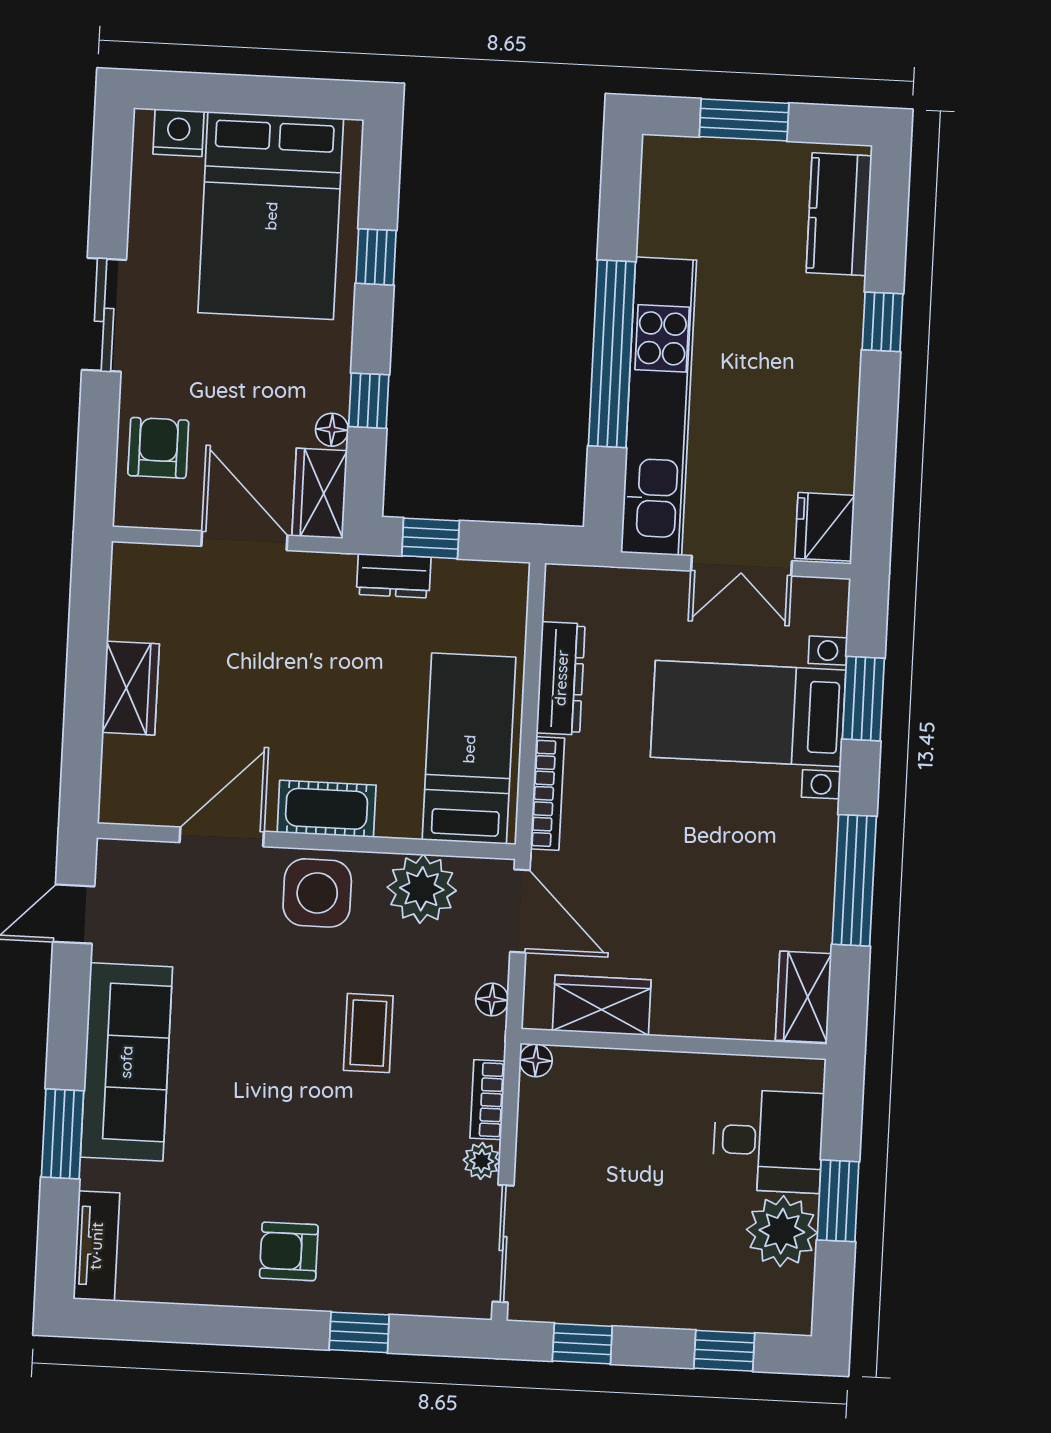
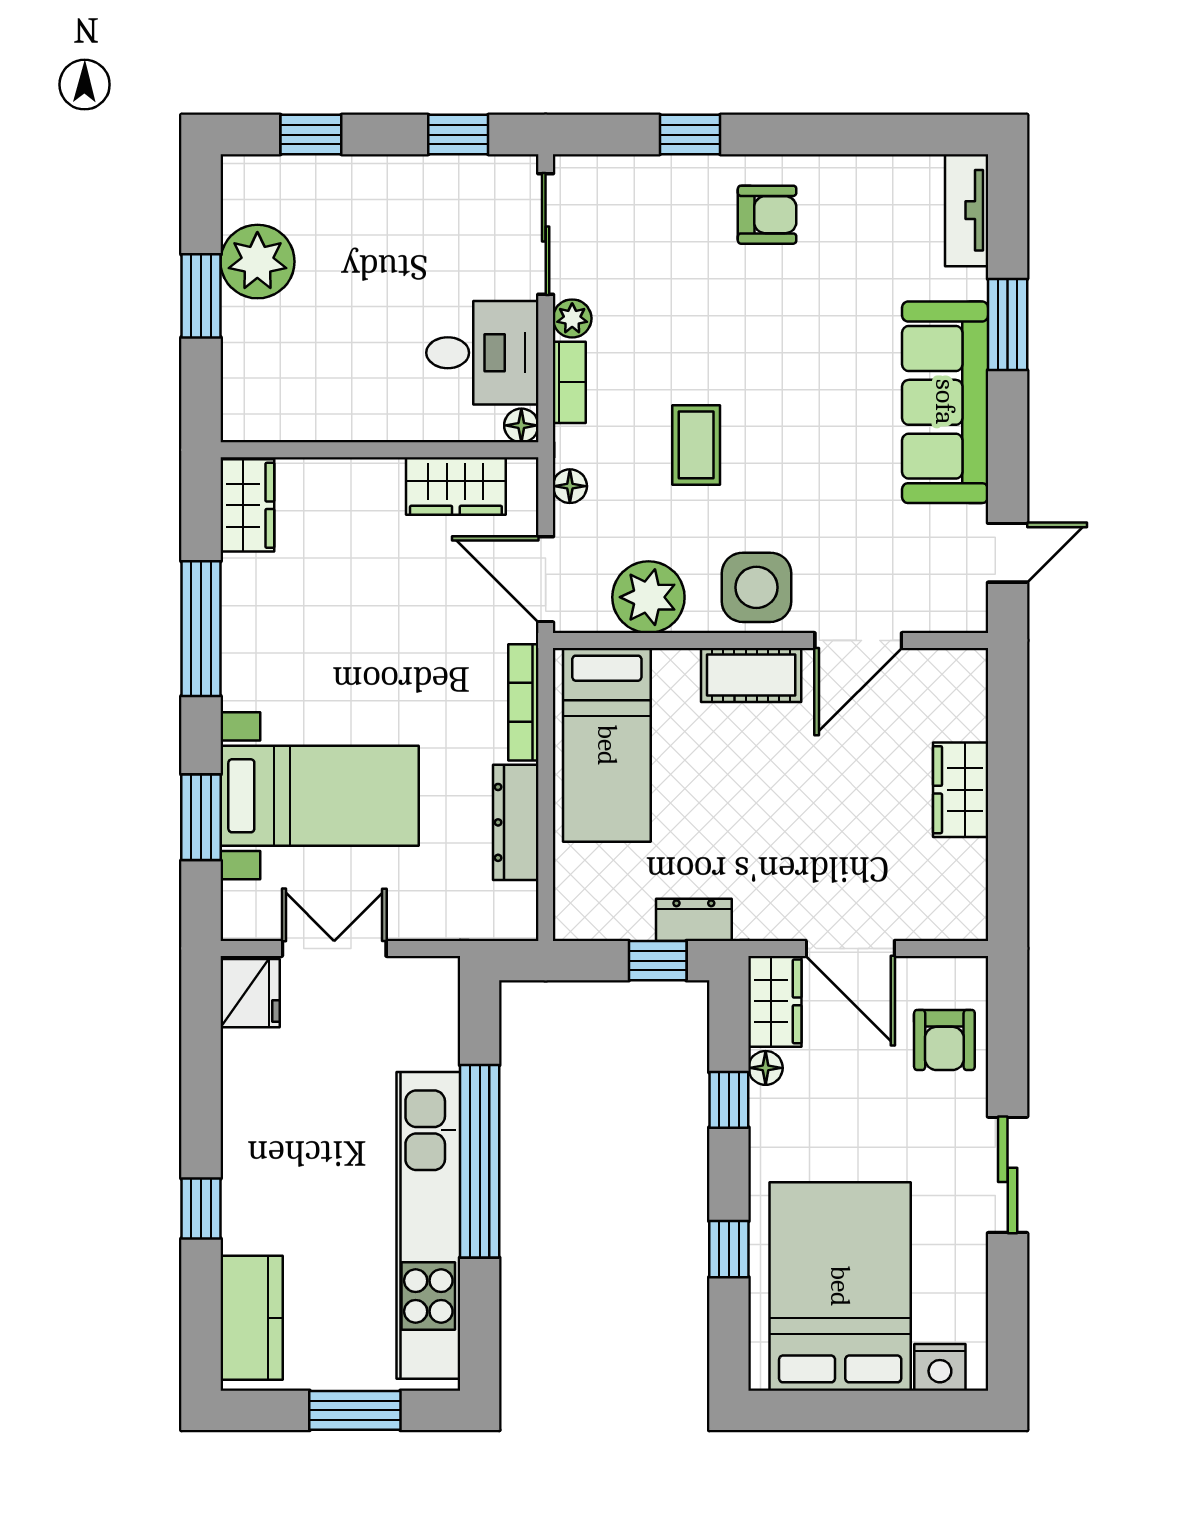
kitchen unit: (659, 406) -> (428, 1225), moved
desk: (768, 1141) -> (482, 353), moved, turned 180

